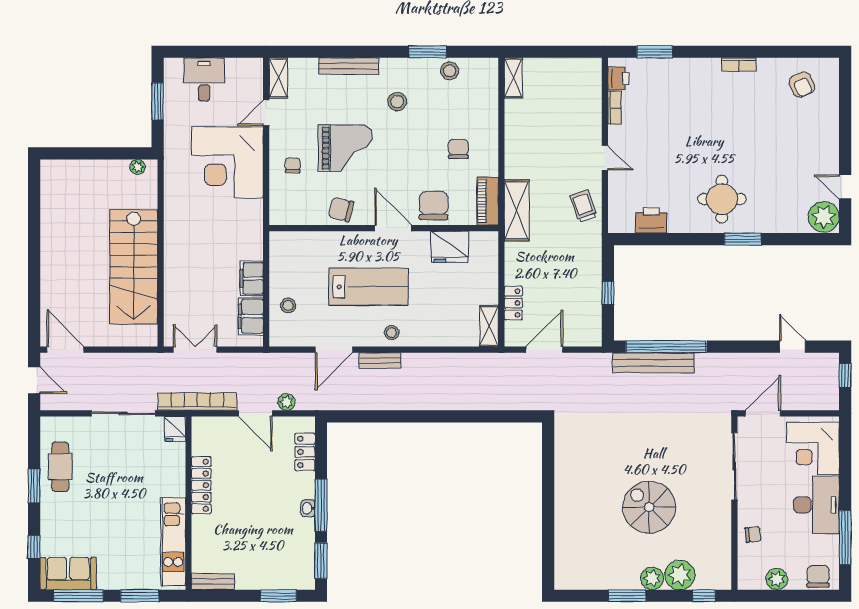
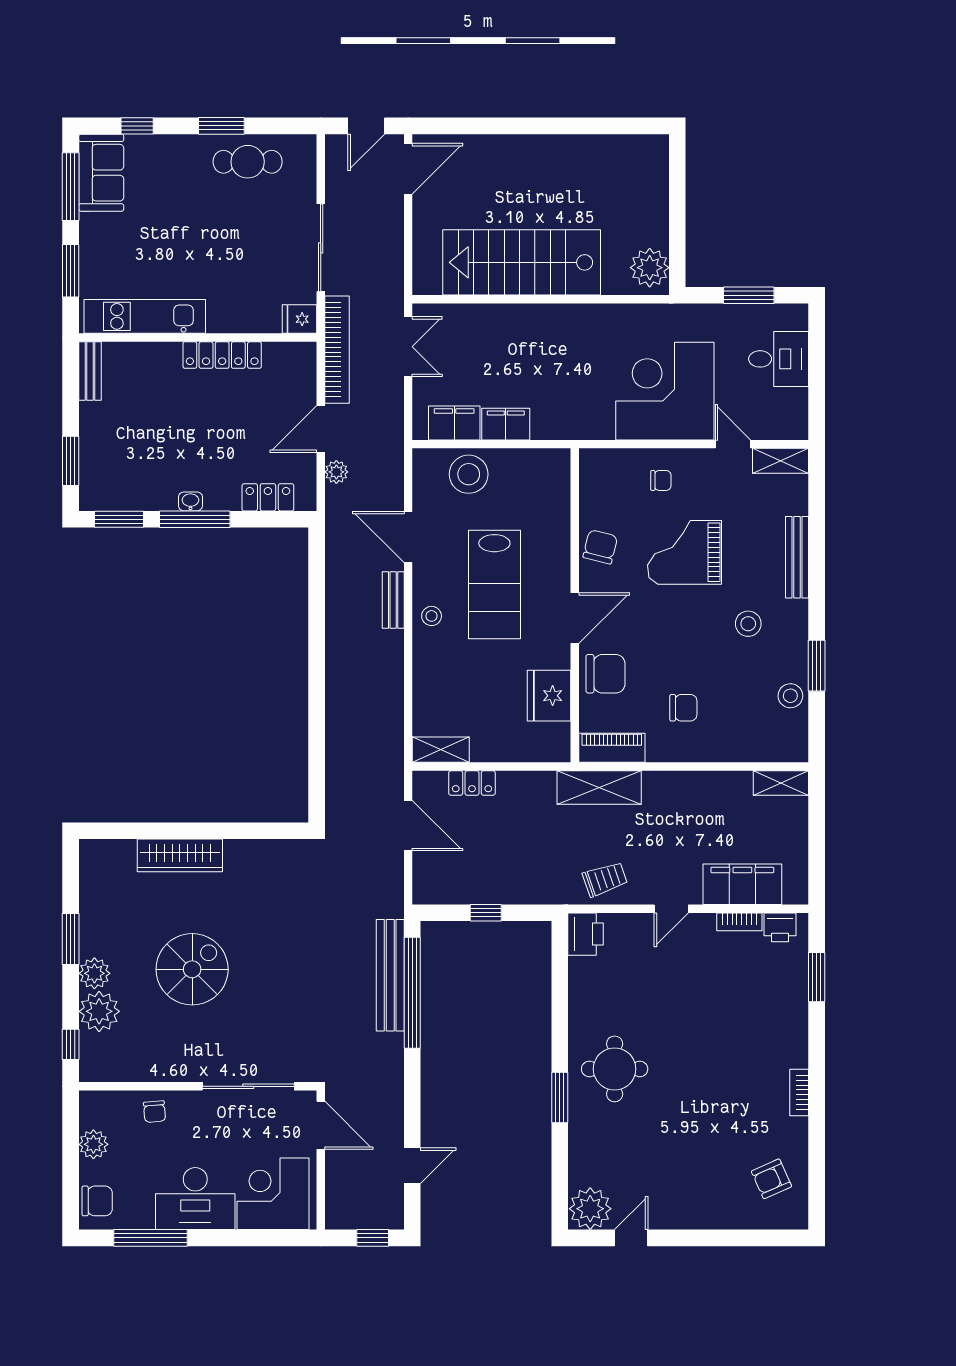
filing cabinet: (587, 106) -> (742, 884), added
grand piano: (345, 148) -> (685, 552), turned 90
plant: (138, 167) -> (650, 268), width x1.88, depth x1.88
printer: (651, 220) -> (586, 934), moved
stool: (288, 306) -> (469, 474), width x1.89, depth x1.89
wardrobe: (566, 516) -> (180, 855), added

